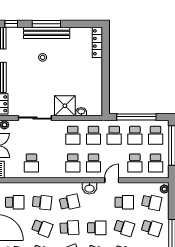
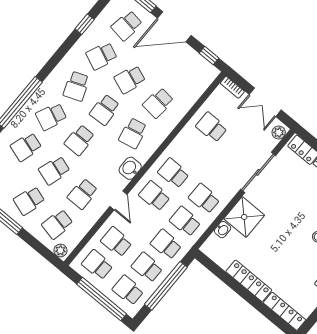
locker: (97, 75) -> (249, 281), added
school desk: (15, 202) -> (183, 73), removed

